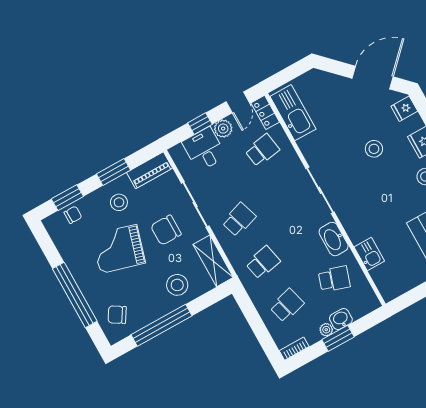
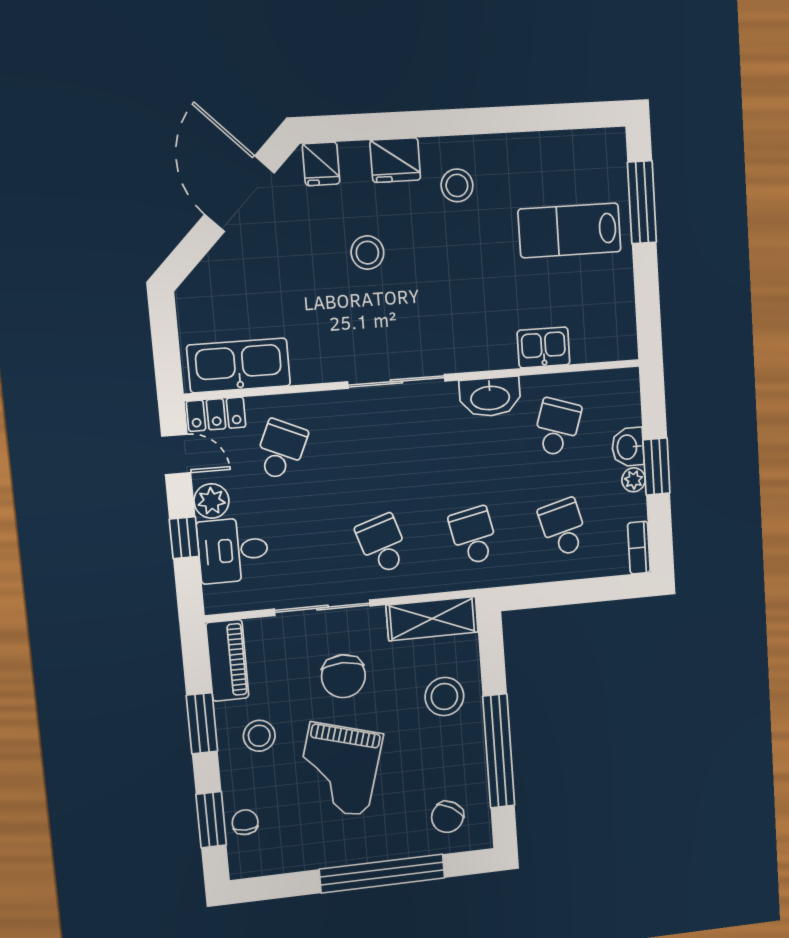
school desk: (262, 150) -> (281, 450), turned 33

